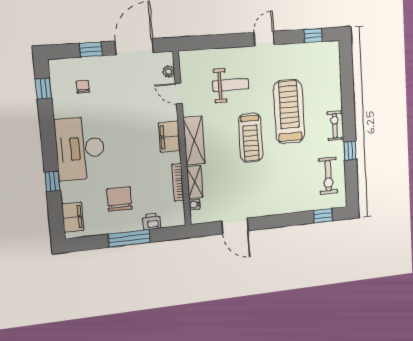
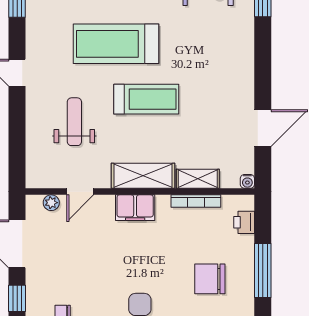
water cooler: (194, 204) -> (247, 181), moved
printer: (151, 222) -> (244, 222), moved

